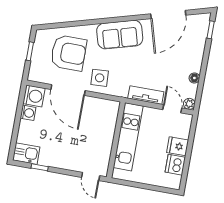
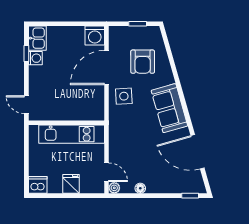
armchair: (69, 53) -> (143, 62), width x0.73, depth x0.73
tv unit: (146, 95) -> (115, 144), removed
door: (172, 109) -> (106, 172), hinge flipped
washing machine: (28, 113) -> (35, 58), moved, turned -90
dishwasher: (175, 165) -> (38, 185), moved
door: (91, 176) -> (26, 105), hinge flipped

